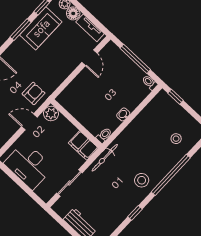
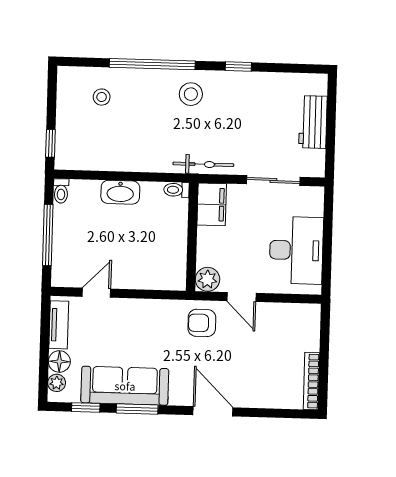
sofa: (41, 28) -> (125, 386), width x1.36
washbasin: (123, 114) -> (120, 192), width x1.91, depth x1.45

